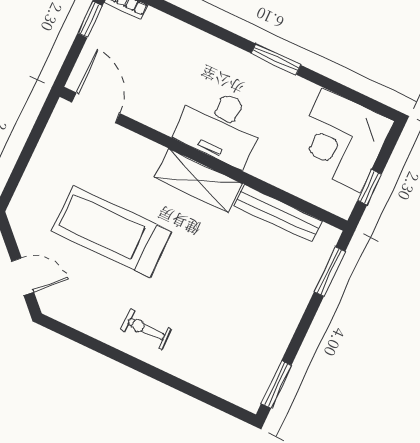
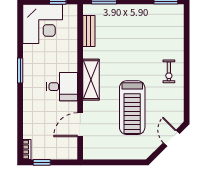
door: (96, 108) -> (80, 125), moved
desk: (220, 126) -> (62, 87), width x0.73
bench: (278, 213) -> (89, 31), width x0.73

